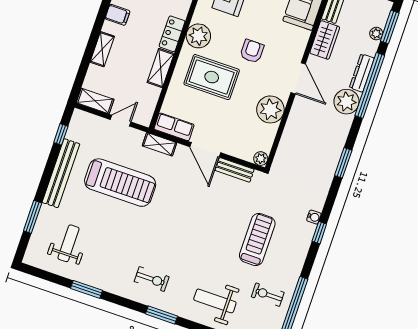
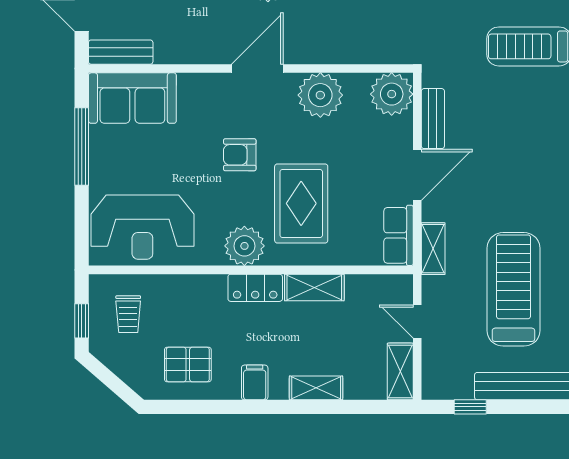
wardrobe: (325, 40) -> (184, 48), removed
plant: (261, 159) -> (392, 94), width x1.88, depth x1.88

